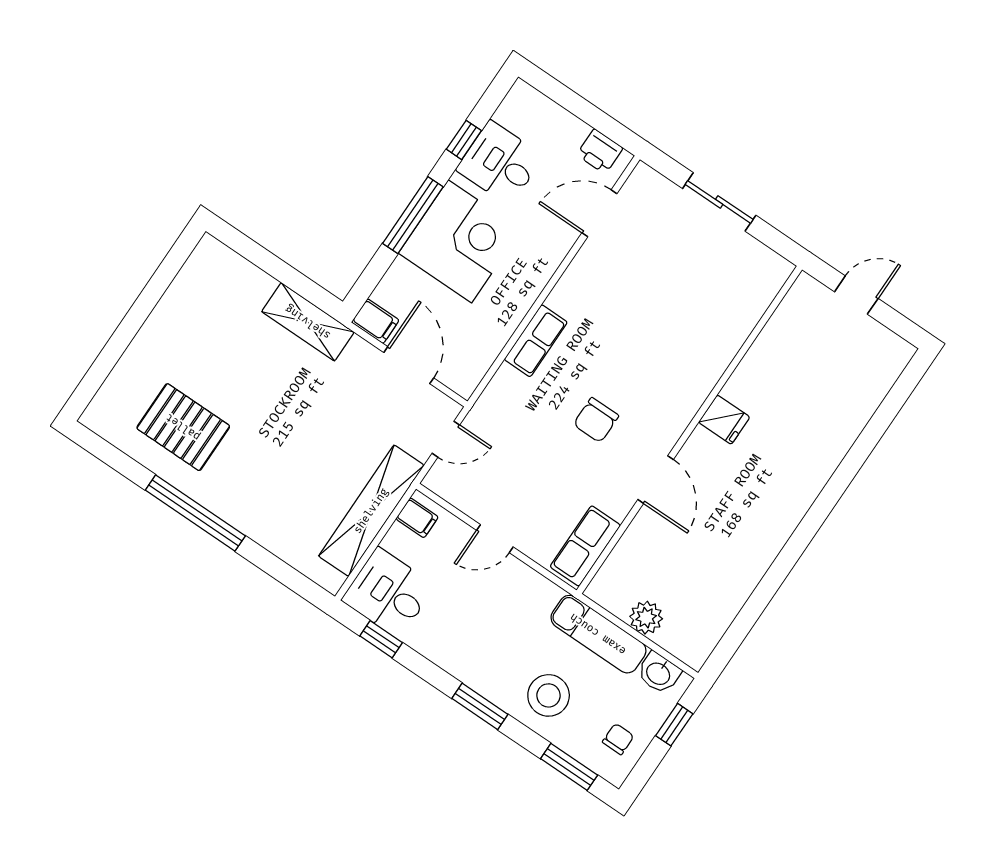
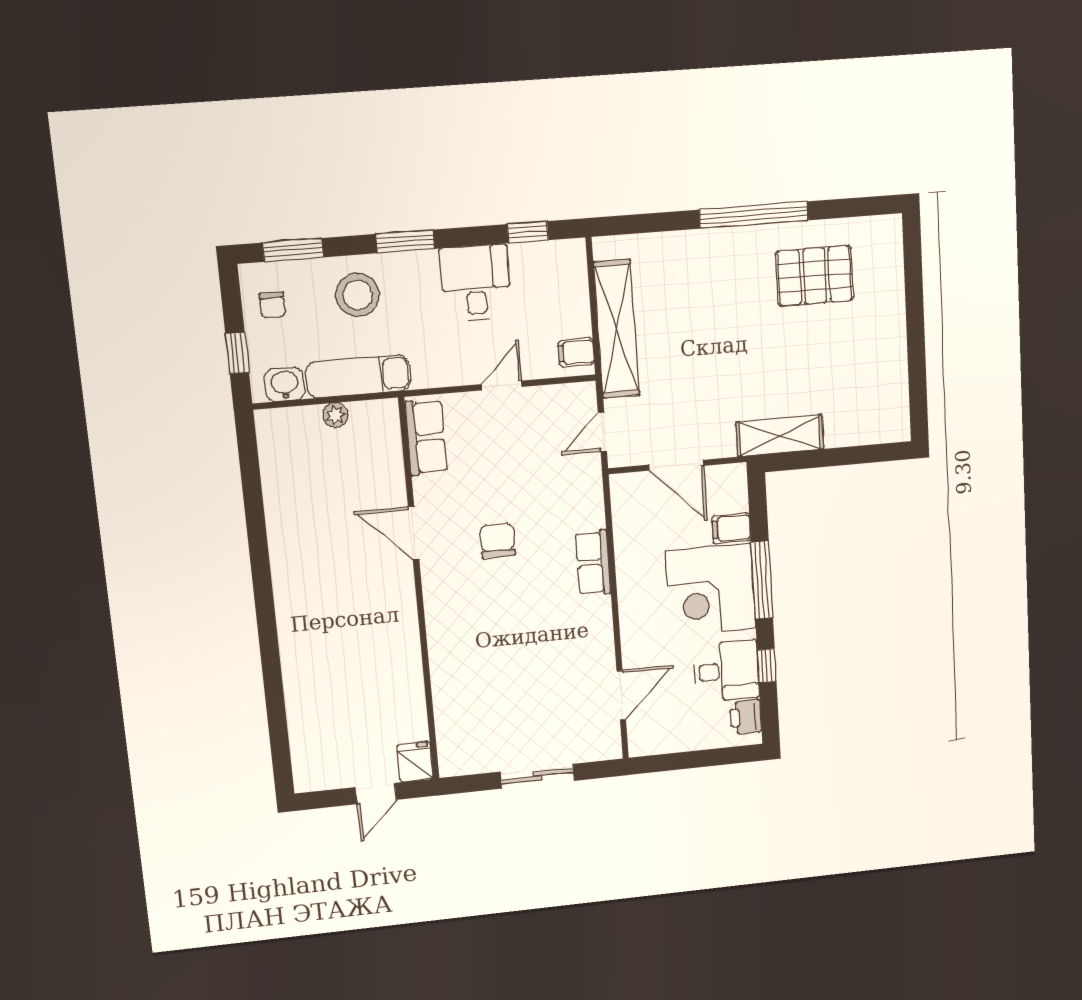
printer: (600, 151) -> (746, 717), moved, turned -90
filing cabinet: (375, 321) -> (731, 528), moved
fridge: (724, 420) -> (415, 762), moved, turned 90
desk: (388, 593) -> (475, 283), moved, turned -90
plant: (646, 618) -> (336, 415), width x0.73, depth x0.73

